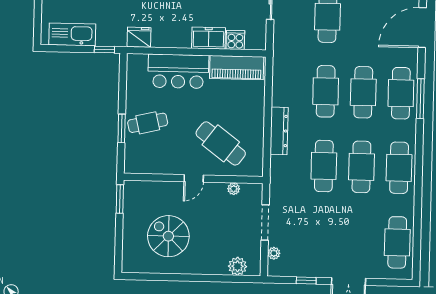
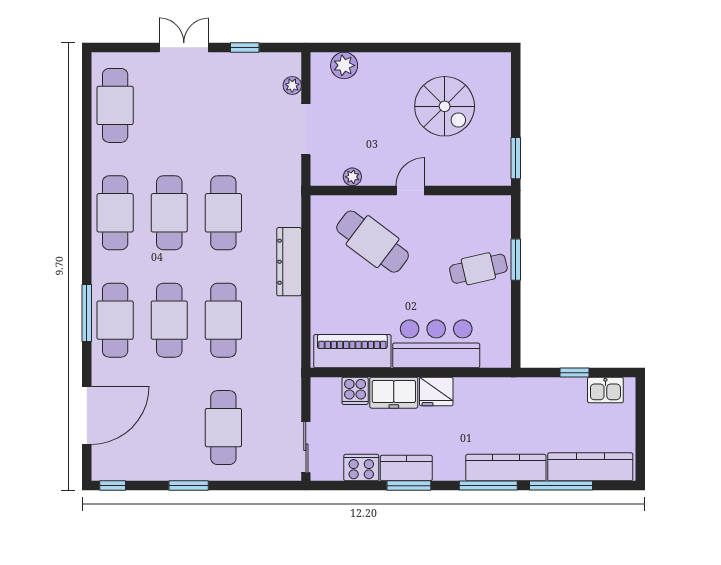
kitchen sink: (72, 34) -> (605, 390), width x0.53, depth x0.81
fridge: (139, 37) -> (436, 392), moved
window: (104, 50) -> (575, 373), moved

